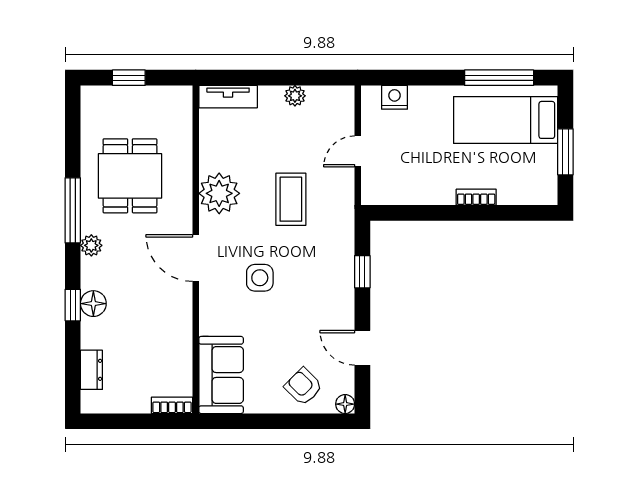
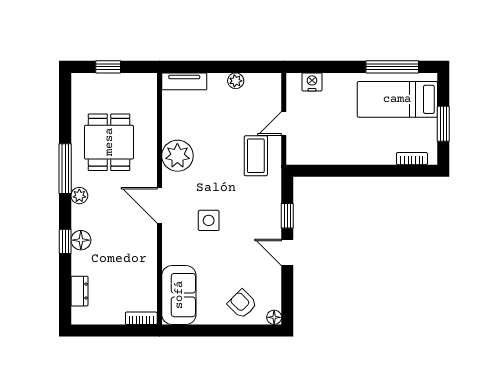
bookcase: (476, 197) -> (412, 159), moved
coffee table: (291, 199) -> (256, 156), moved
door: (362, 348) -> (287, 252), moved

